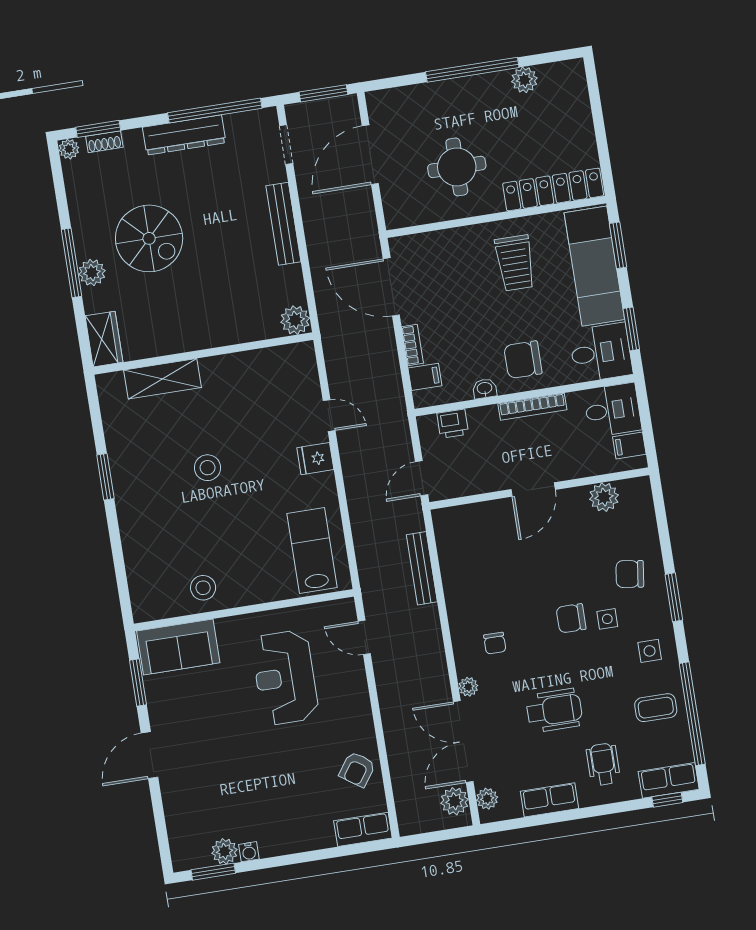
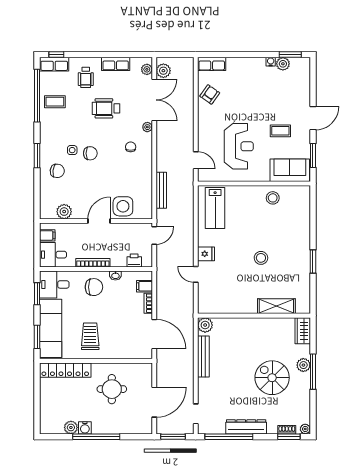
water cooler: (497, 83) -> (85, 428), added
bench: (283, 224) -> (203, 357), moved
side table: (650, 651) -> (123, 206), moved, width x1.87, depth x1.87
coffee table: (209, 721) -> (280, 131), added

